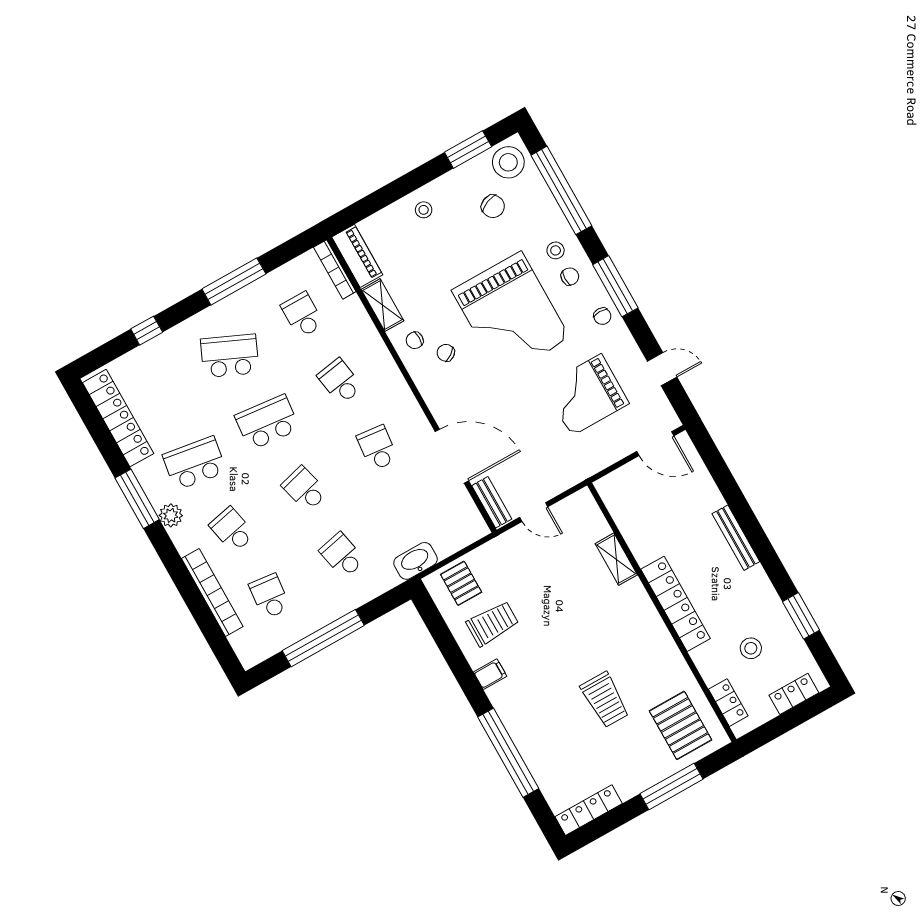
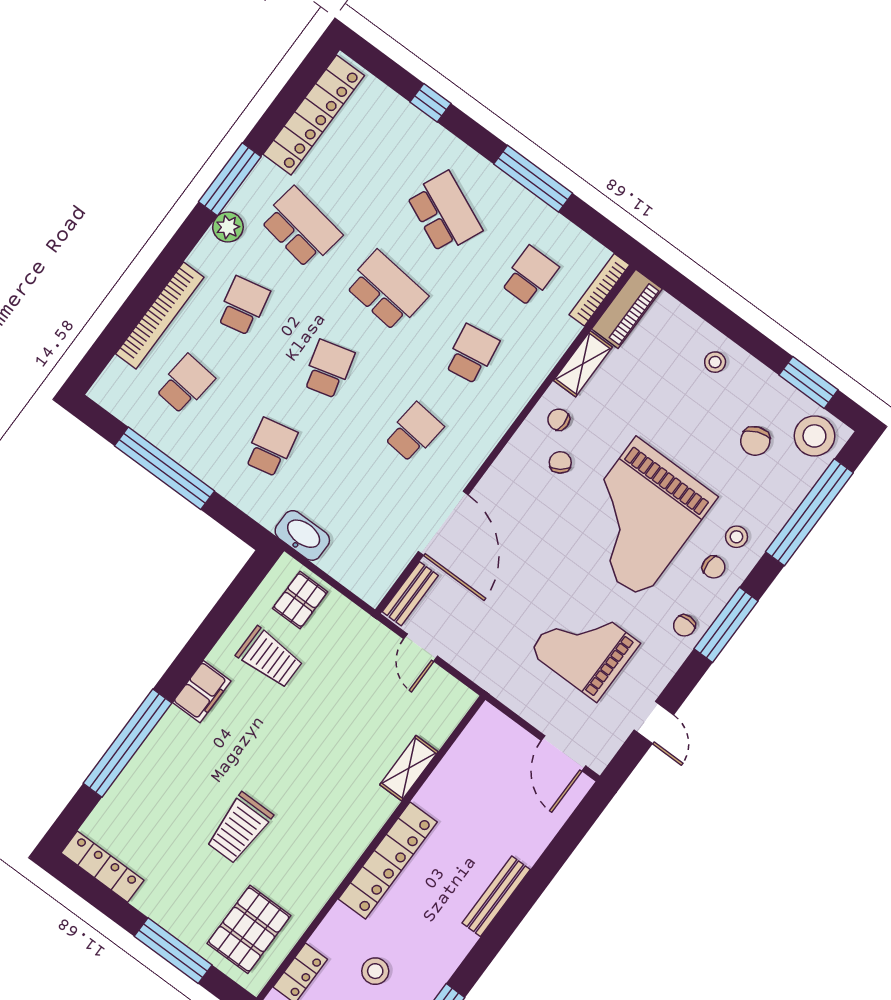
filing cabinet: (490, 674) -> (202, 692), width x2.00

